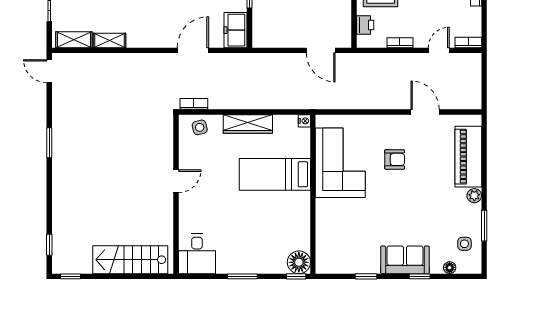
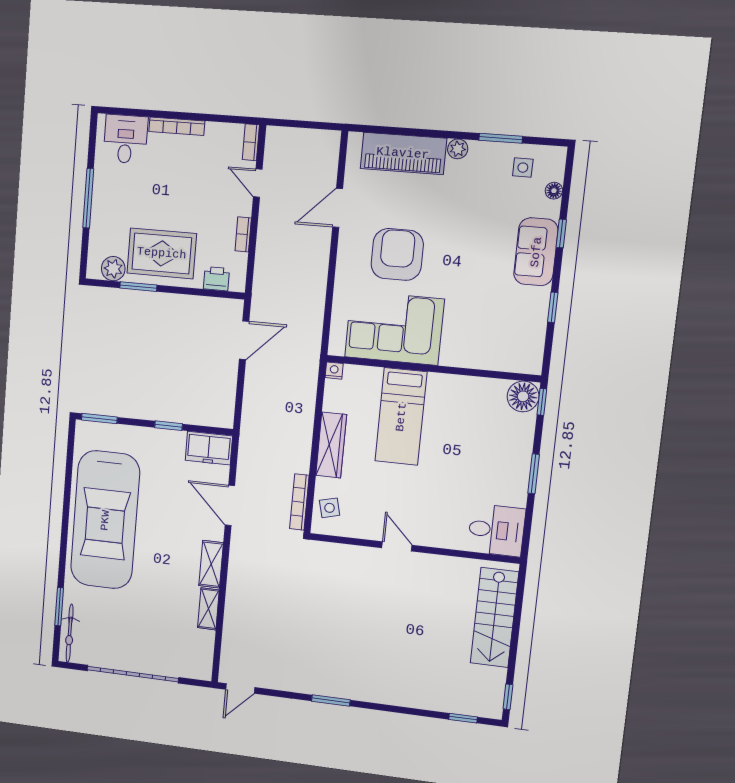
shelving: (74, 40) -> (211, 564), moved
bookcase: (194, 104) -> (299, 502), width x1.56
armchair: (395, 159) -> (397, 255), width x1.88, depth x1.88

